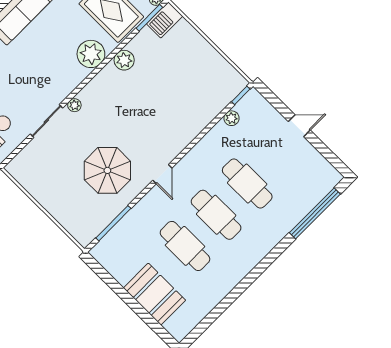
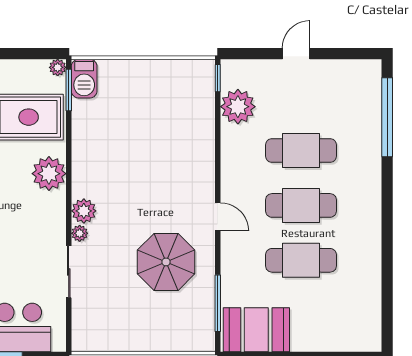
plant: (124, 60) -> (84, 211), moved
plant: (231, 118) -> (238, 107), width x1.88, depth x1.88
booth: (155, 294) -> (256, 330), moved

